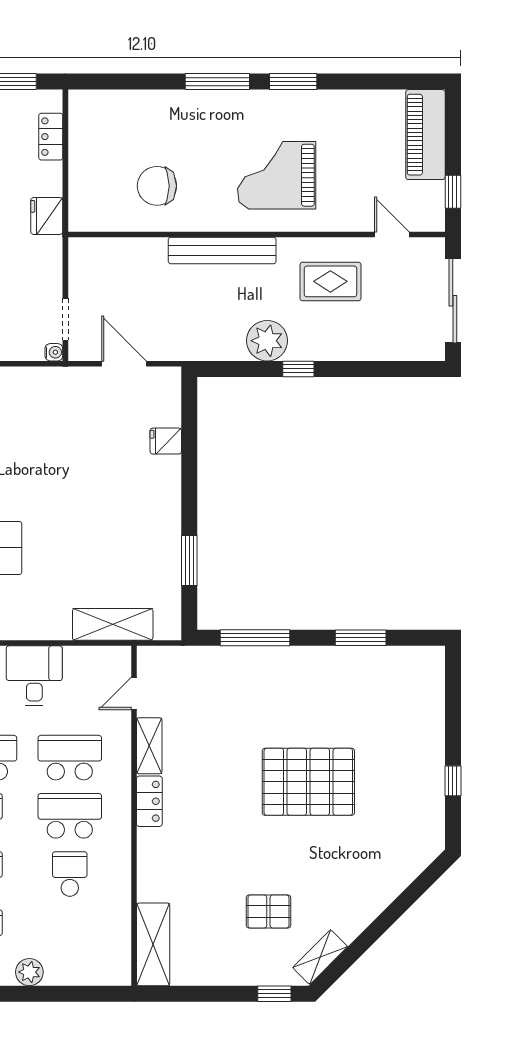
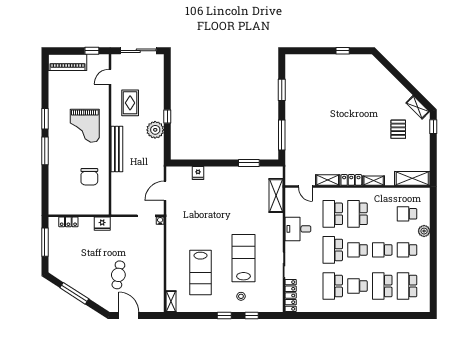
pallet: (308, 782) -> (343, 112), removed
shelving: (148, 854) -> (374, 181), added
school desk: (70, 874) -> (407, 214), moved

